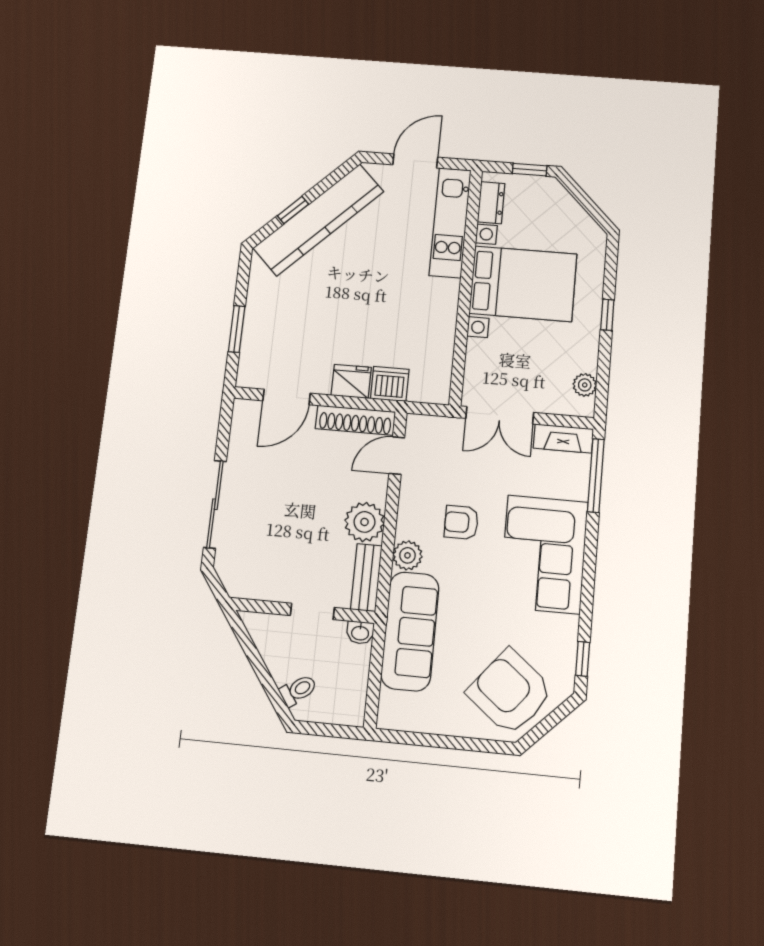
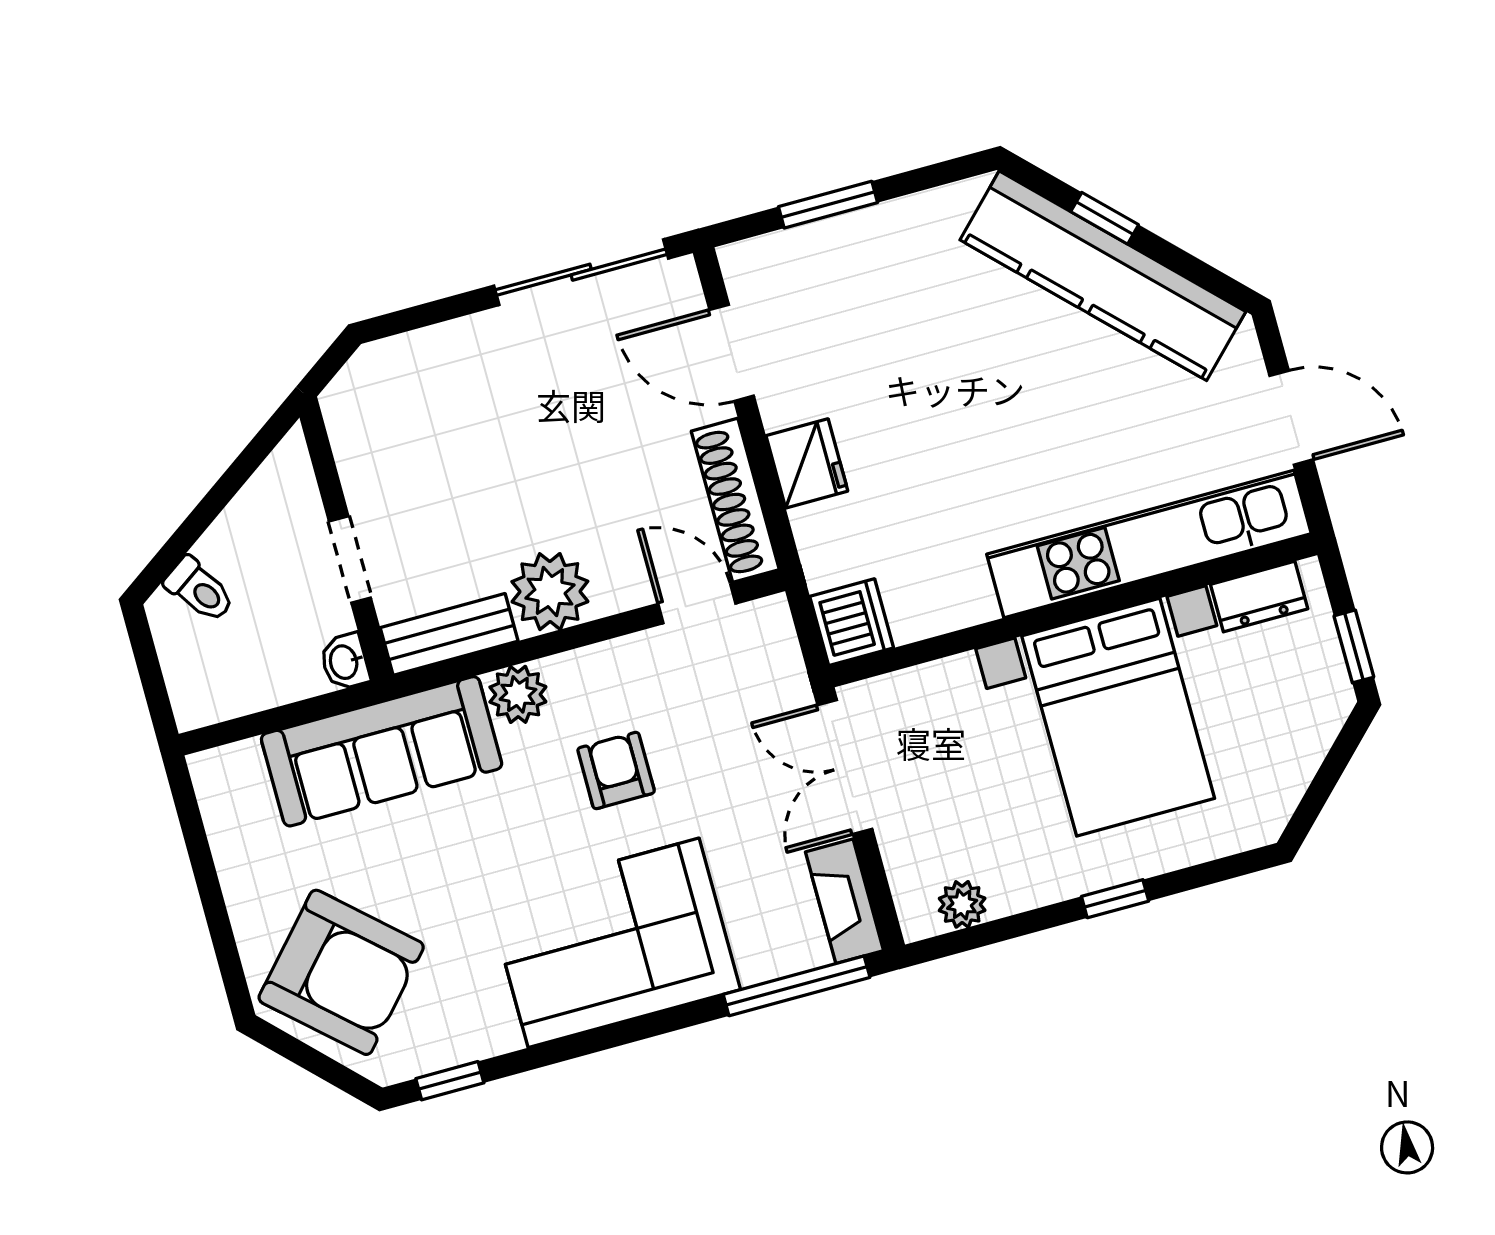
kitchen unit: (450, 223) -> (1149, 544), width x1.36
dishwasher: (390, 384) -> (852, 622), moved
sliding door: (215, 504) -> (581, 272), moved
armchair: (510, 692) -> (341, 972), turned 93

